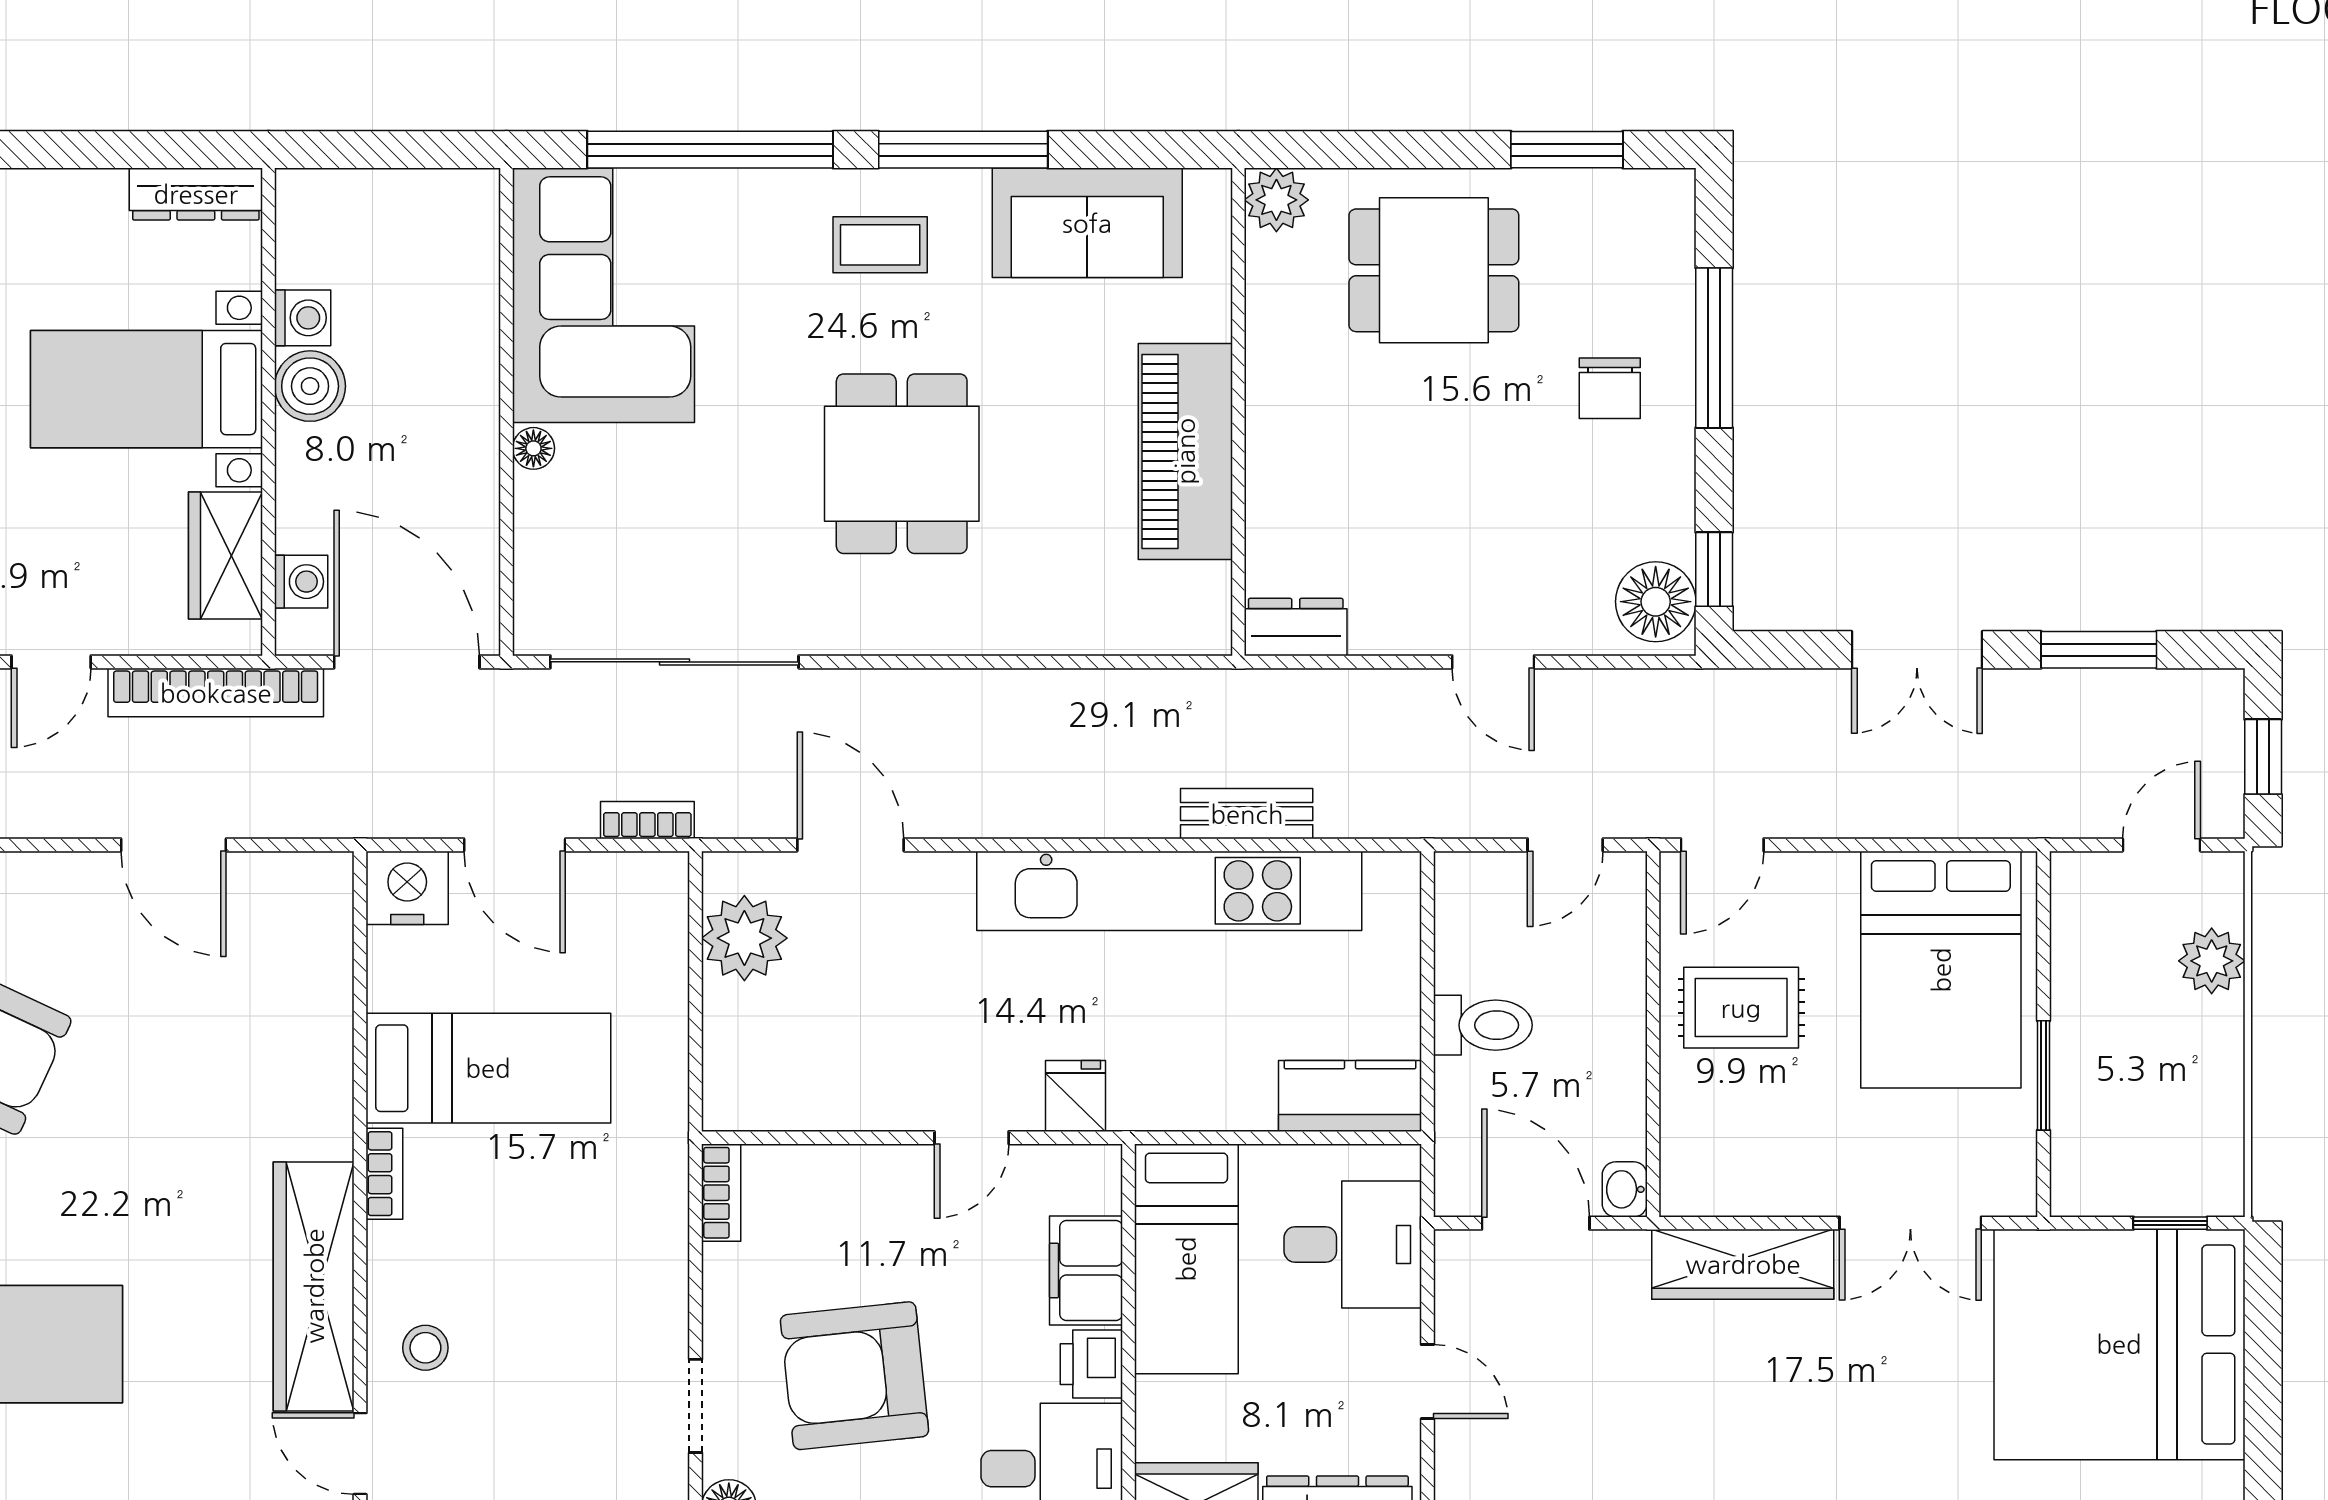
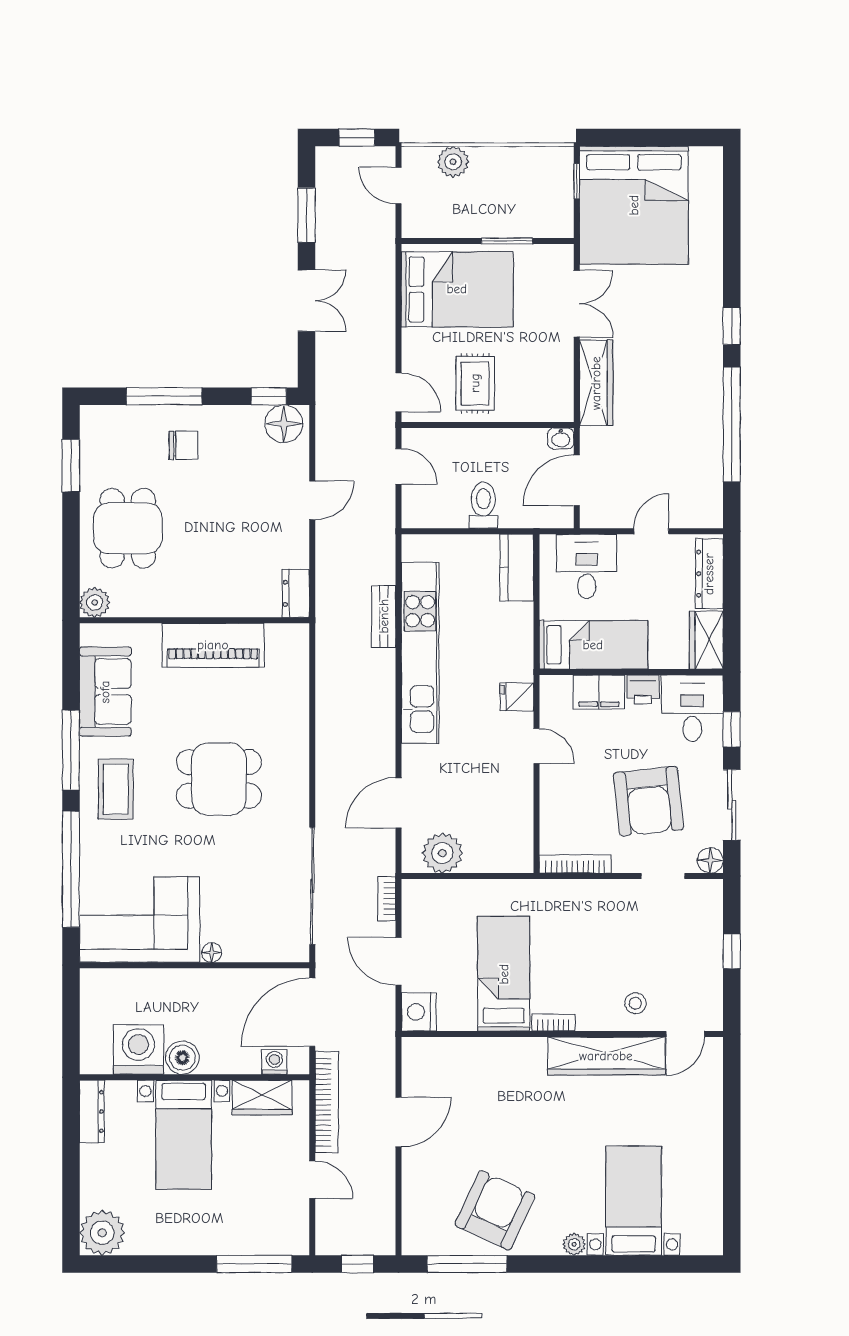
coffee table: (880, 245) -> (116, 789), width x1.36, depth x1.30
washing machine: (303, 318) -> (138, 1049), width x1.89, depth x1.89
door: (515, 845) -> (398, 961), swing flipped
bookcase: (721, 1193) -> (575, 864), width x1.56

